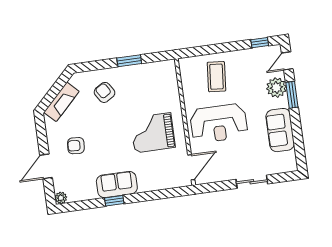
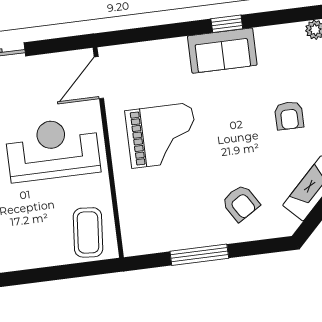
window: (129, 61) -> (199, 255), width x1.44
coffee table: (216, 77) -> (88, 232), moved
armchair: (76, 146) -> (289, 116), turned 85

